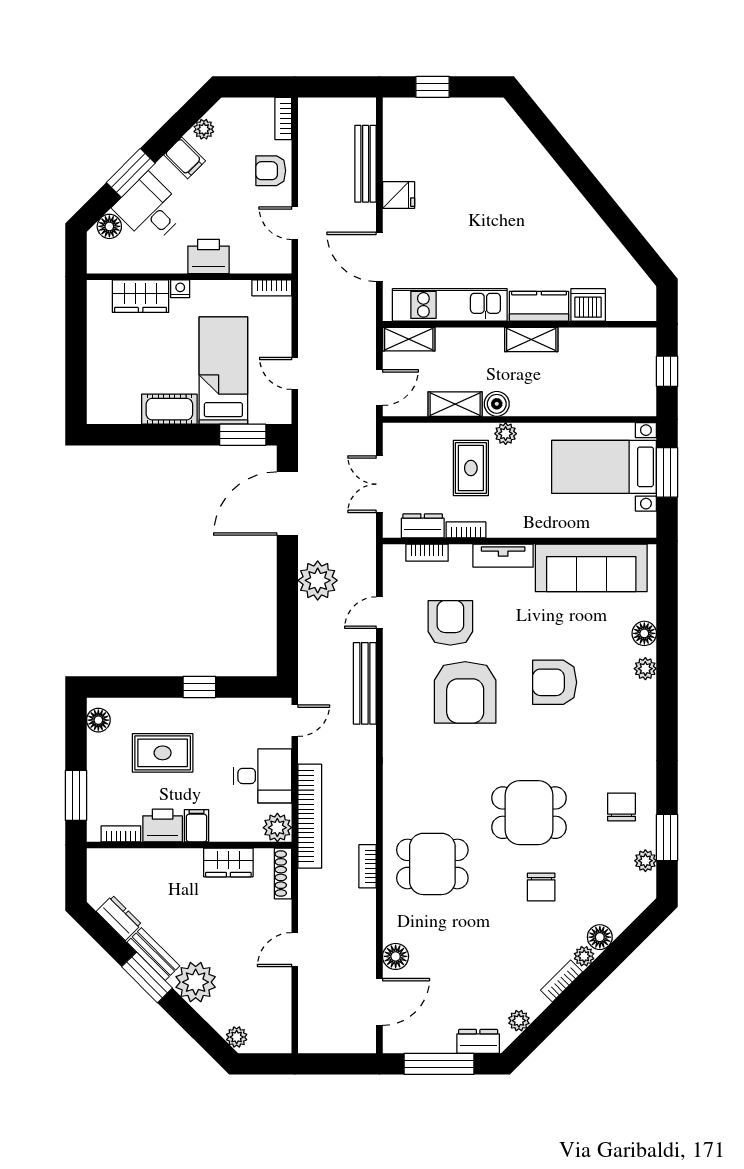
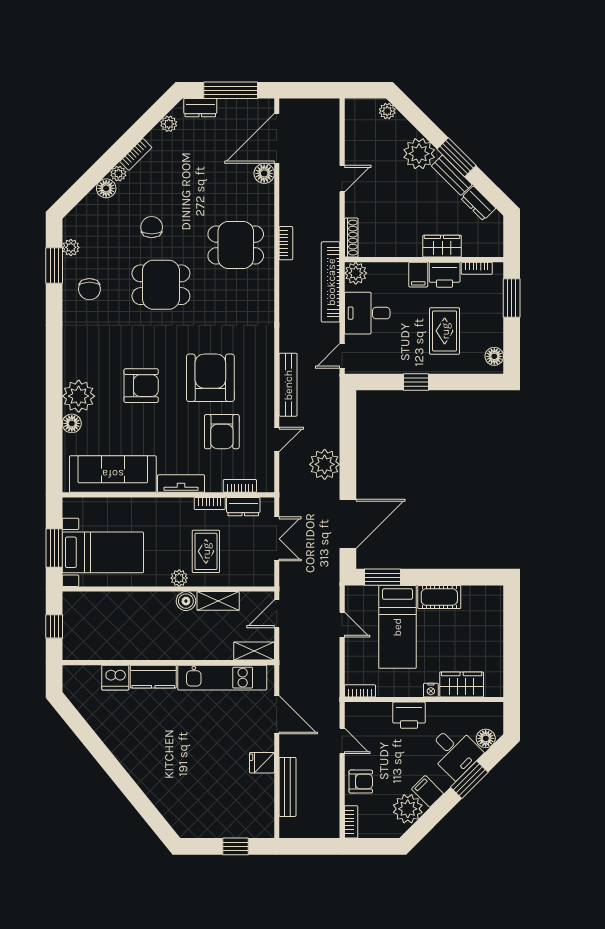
plant: (204, 129) -> (408, 809), width x1.88, depth x1.88
shelving: (531, 339) -> (159, 651), removed
plant: (645, 669) -> (79, 396), width x1.88, depth x1.88
rug: (163, 753) -> (445, 331), turned 90
wardrobe: (228, 863) -> (442, 246), moved
door: (379, 1002) -> (277, 138), width x1.36

